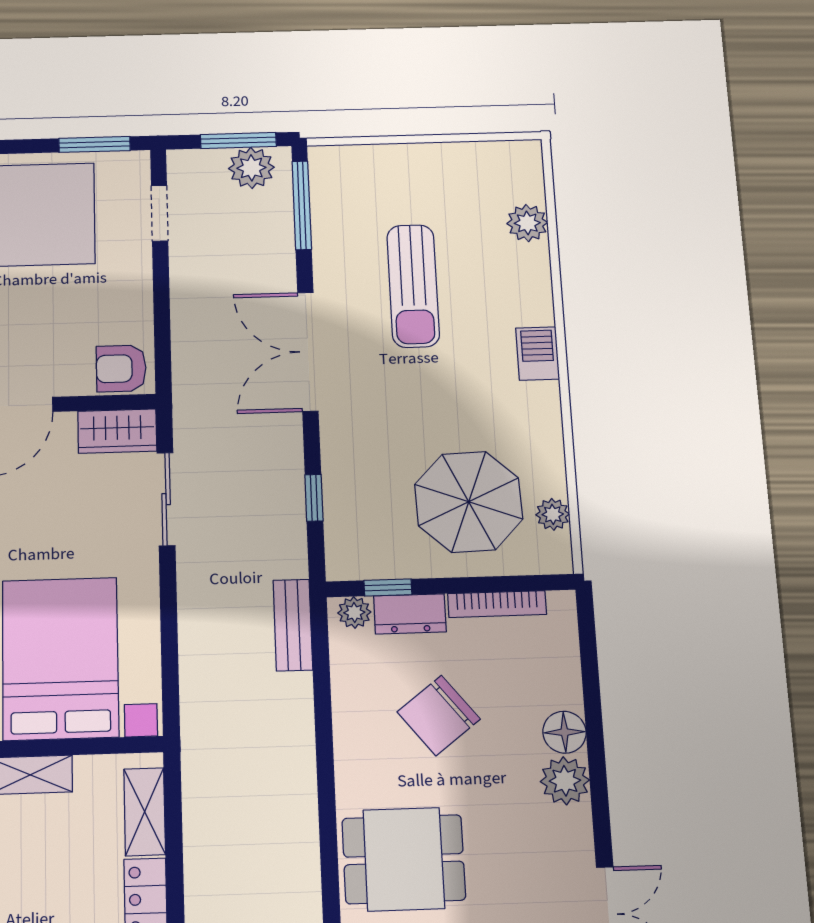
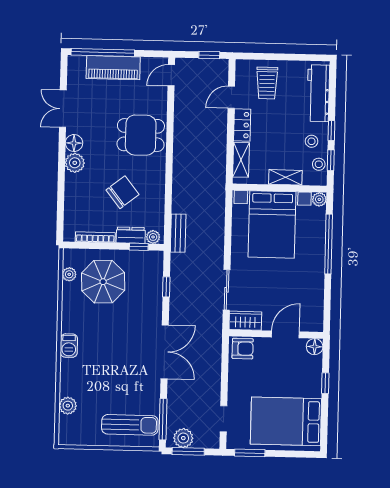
sun lounger: (413, 286) -> (130, 425), moved, turned 90
floor lamp: (565, 732) -> (74, 143), moved

